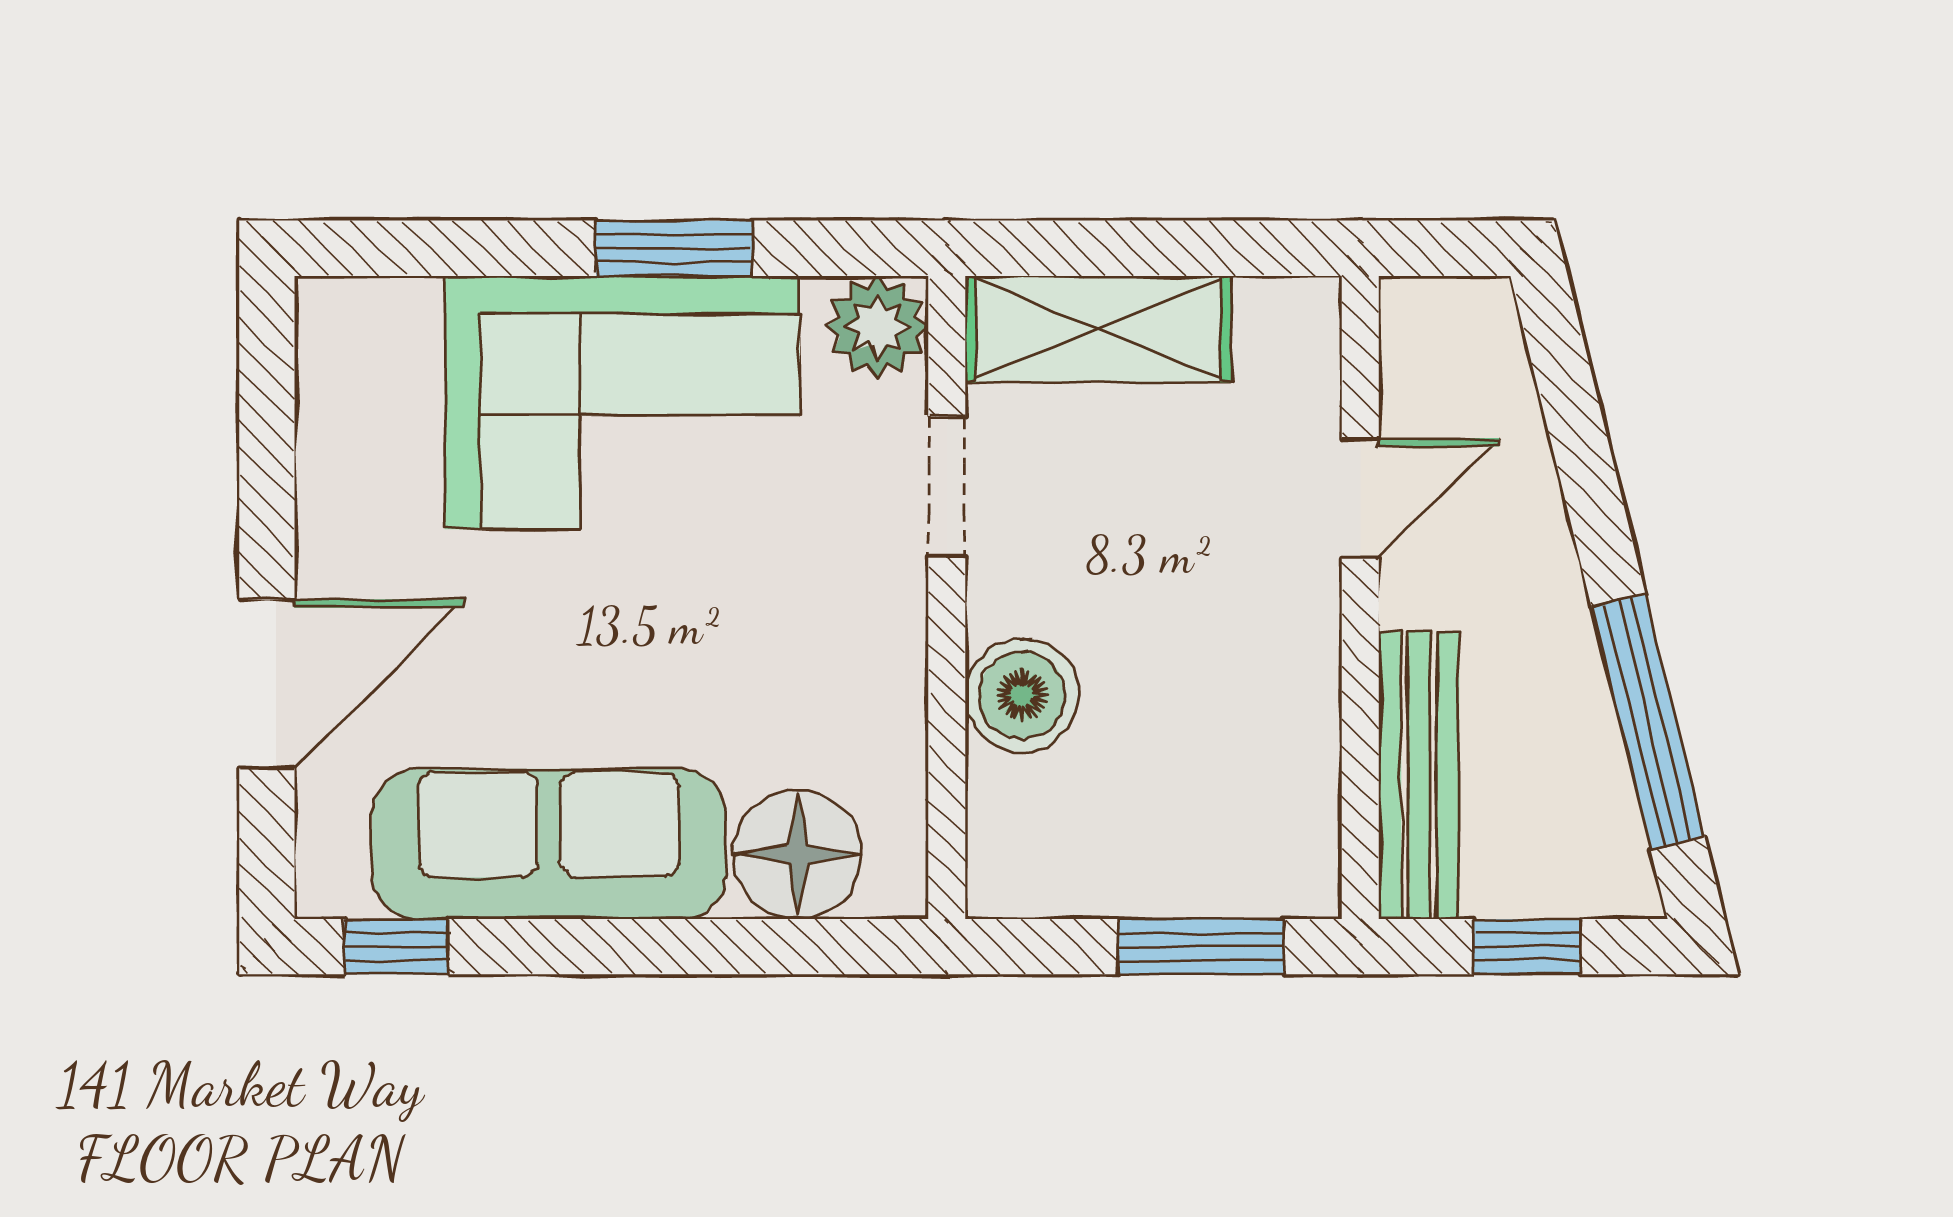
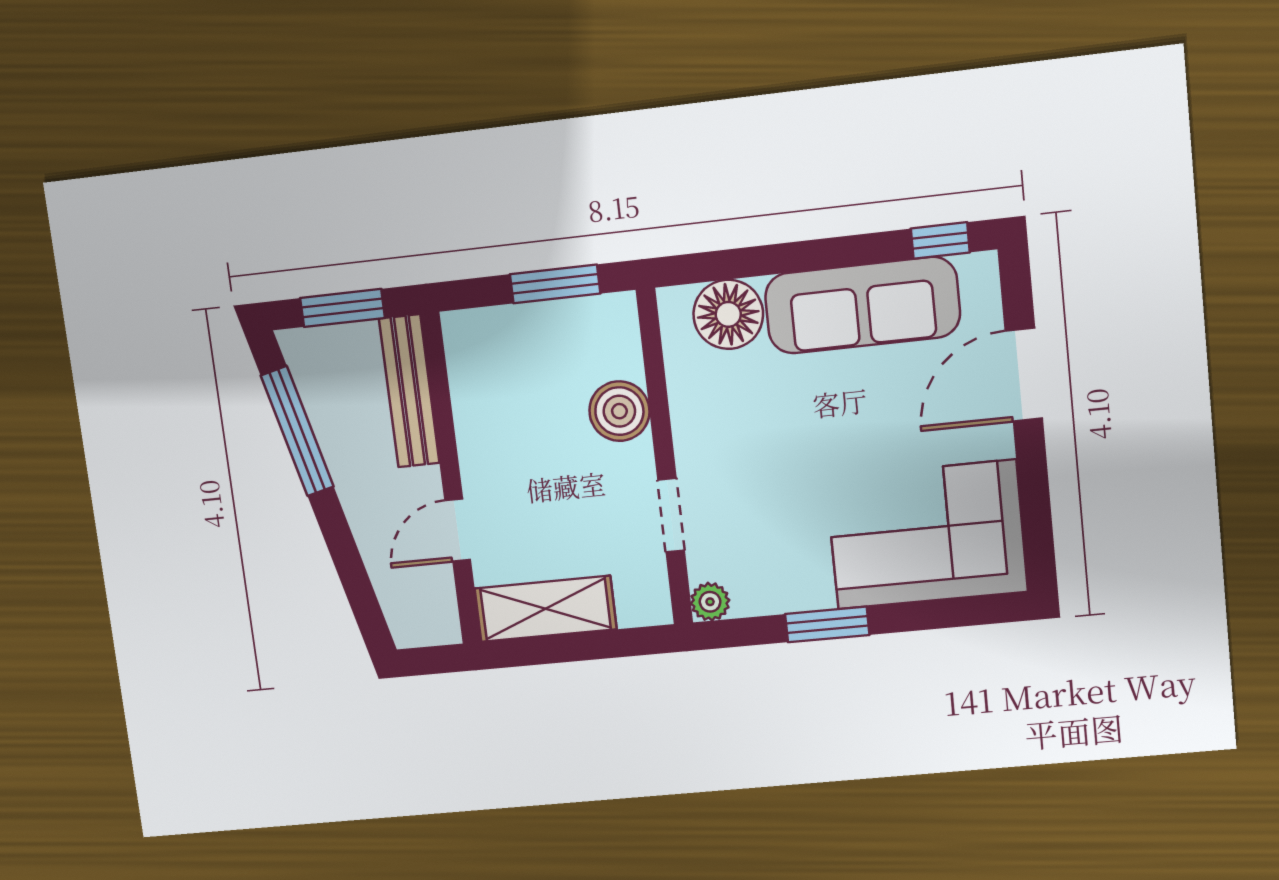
plant: (877, 327) -> (710, 602), width x0.73, depth x0.73
shelving: (1098, 329) -> (545, 609), moved
corner sofa: (622, 403) -> (926, 535), moved
window: (1201, 947) -> (555, 284), moved
window: (1527, 947) -> (342, 308), width x1.50

